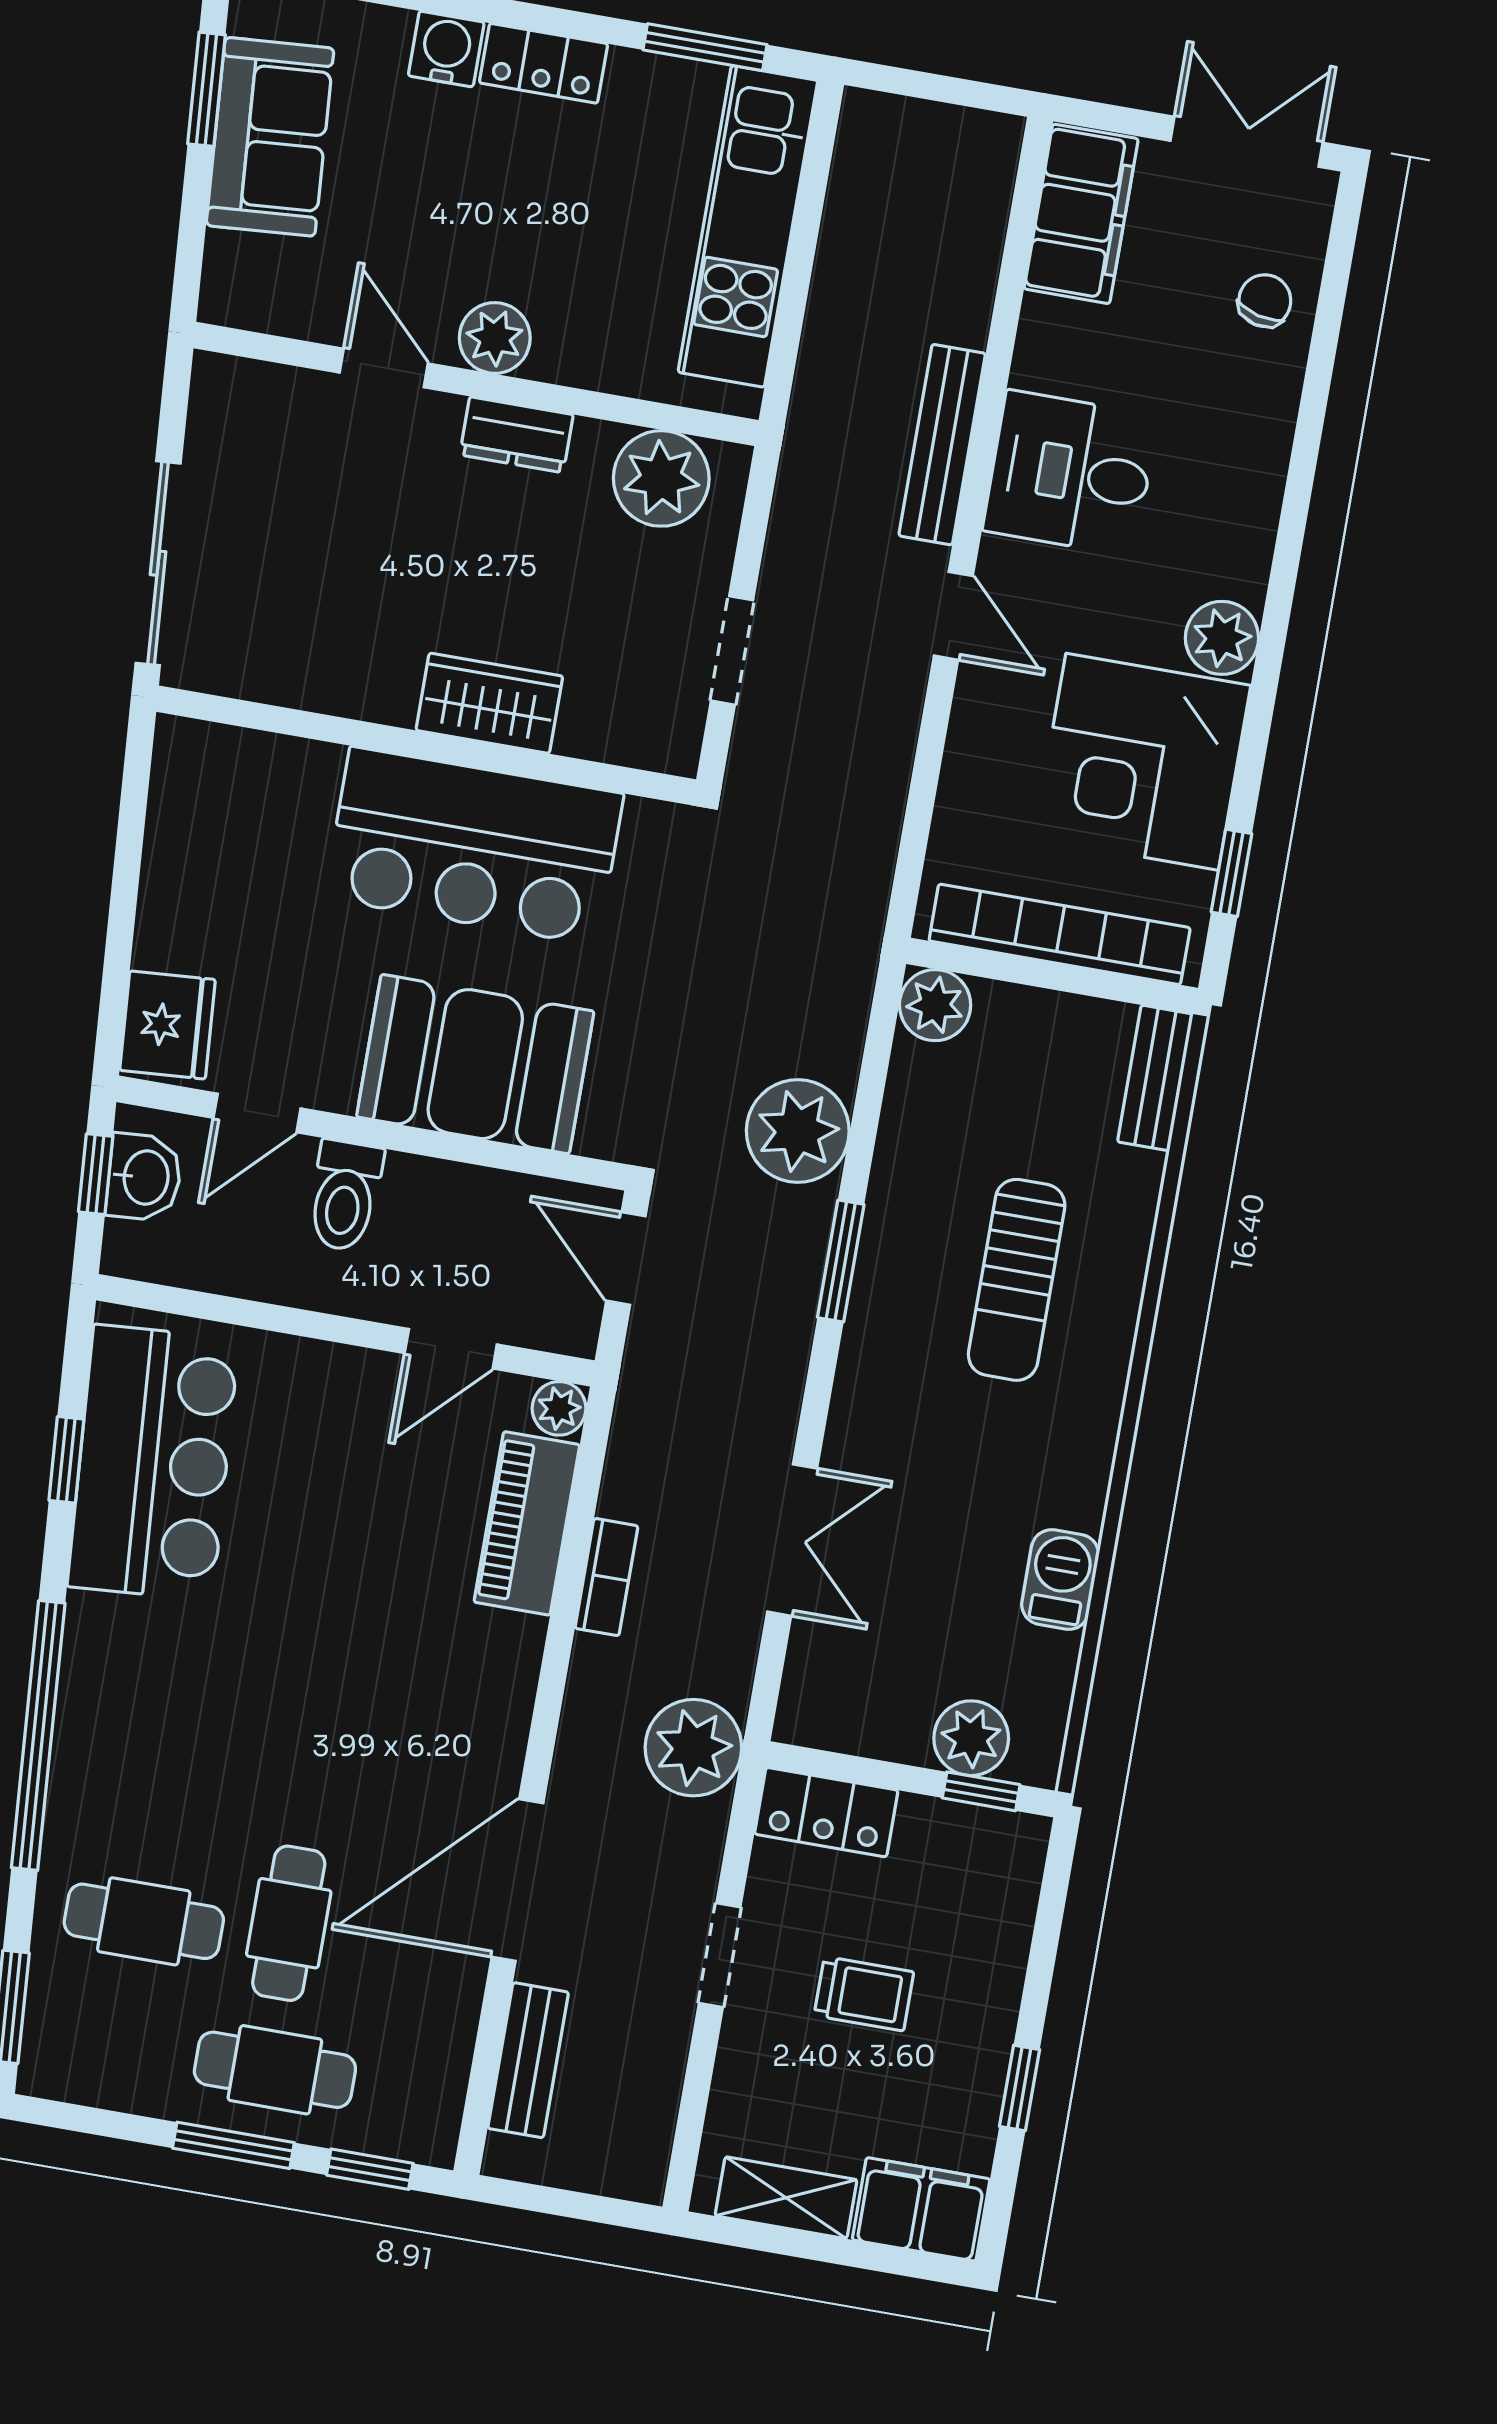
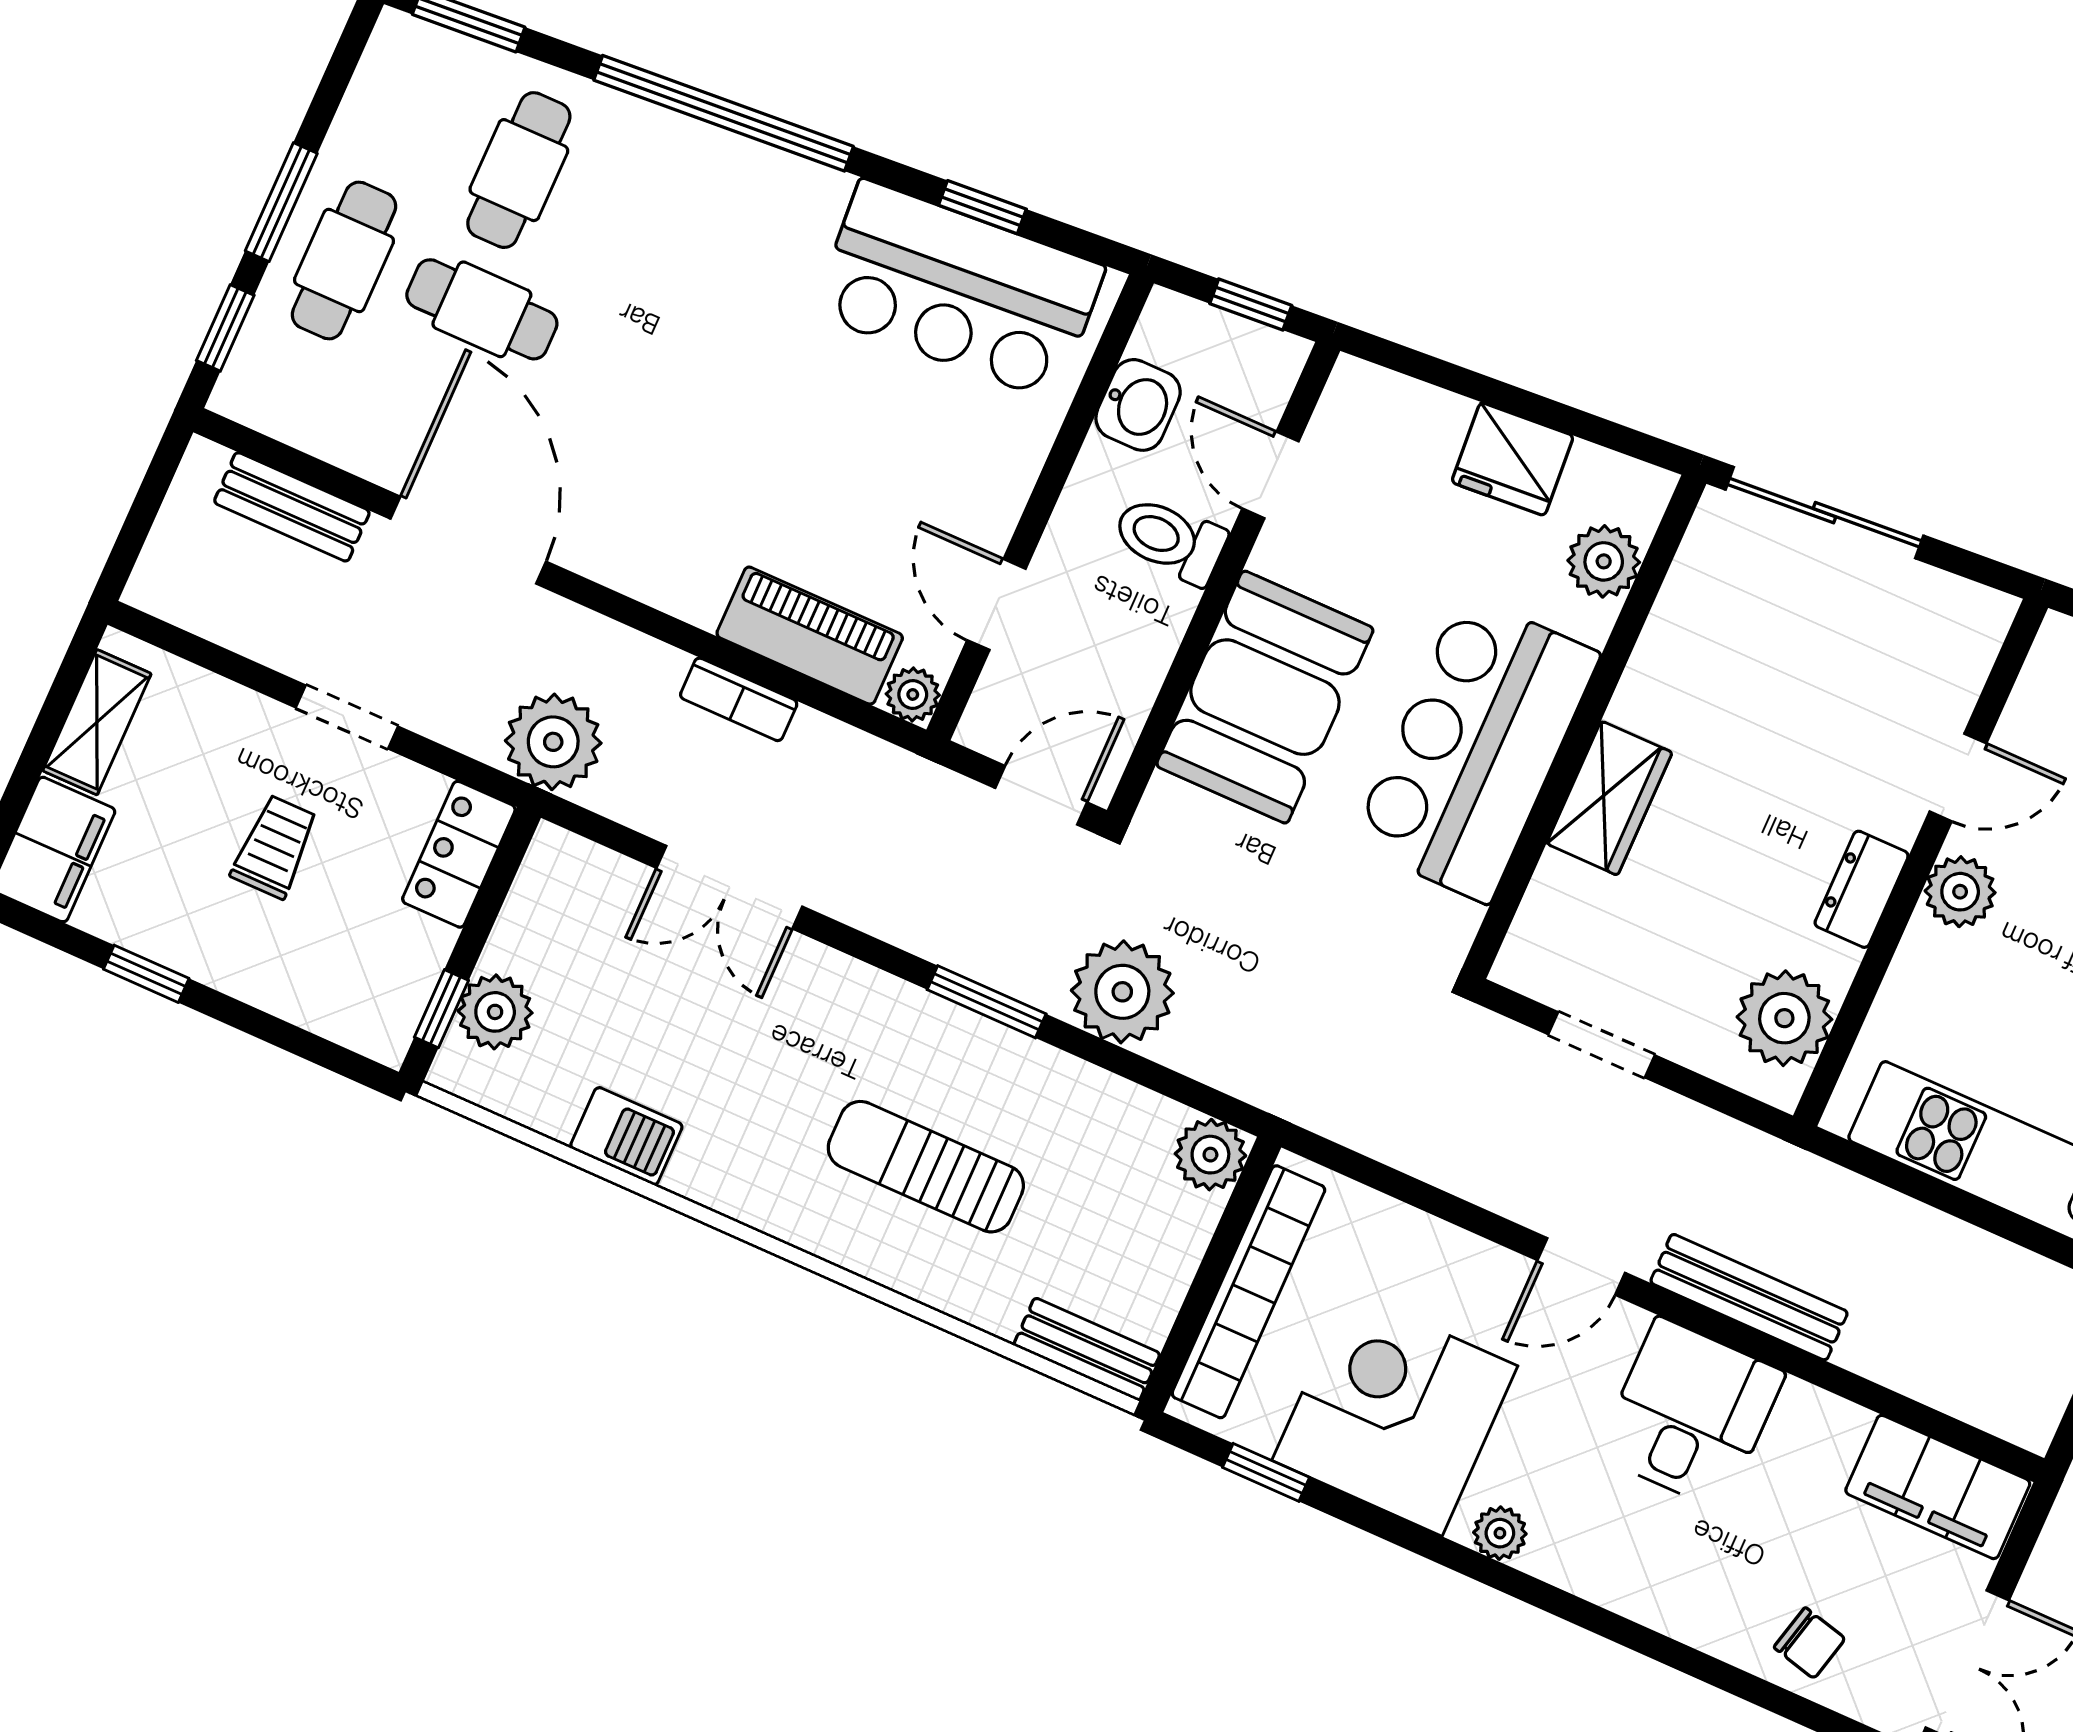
plant: (1222, 638) -> (1500, 1533), width x0.73, depth x0.73
plant: (260, 767) -> (1604, 561), added
fridge: (168, 1025) -> (1513, 459), moved
washbasin: (144, 1177) -> (1138, 405), moved, turned -86
trolley: (864, 1994) -> (275, 847), turned 180

